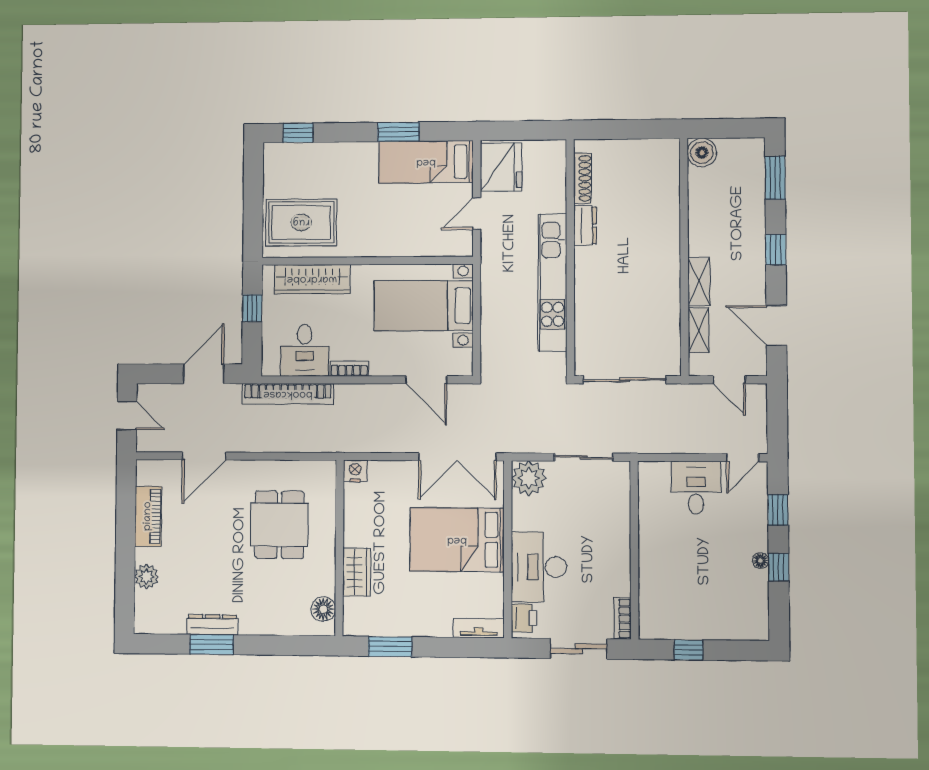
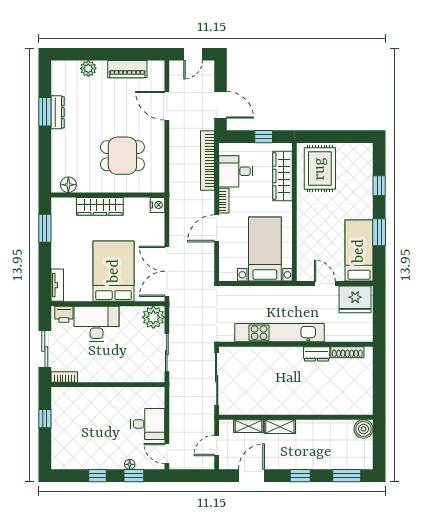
window: (298, 133) -> (379, 186), moved
door: (426, 380) -> (217, 228), moved
floor lamp: (761, 561) -> (130, 464), moved
wardrobe: (357, 572) -> (100, 206), width x1.50

